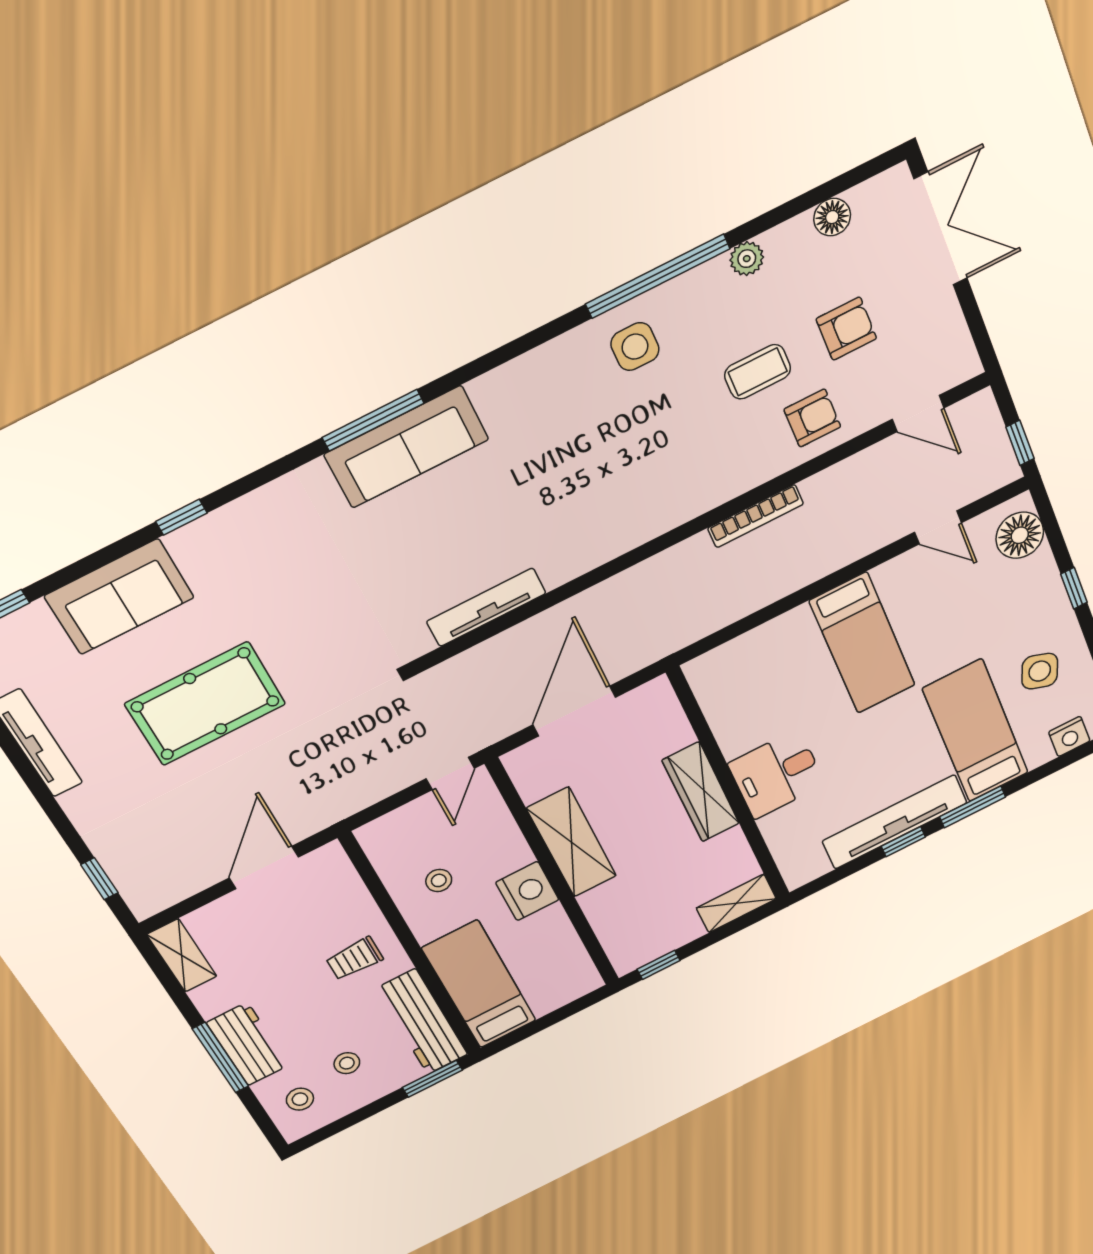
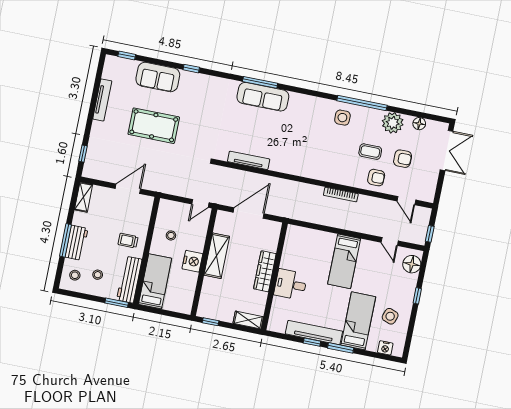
plant: (747, 259) -> (393, 123), width x1.87, depth x1.87

